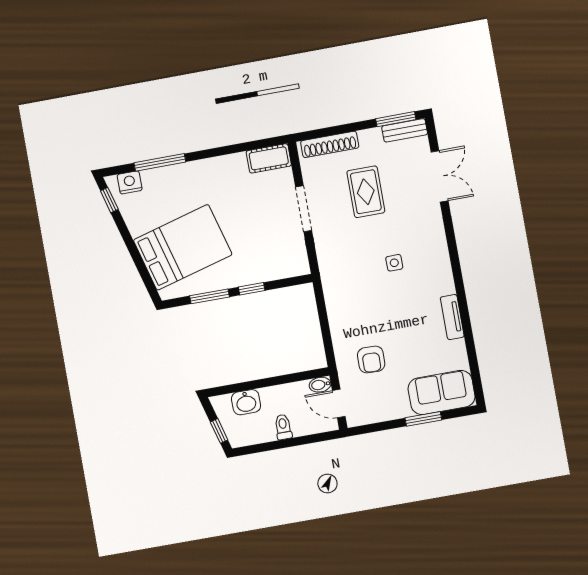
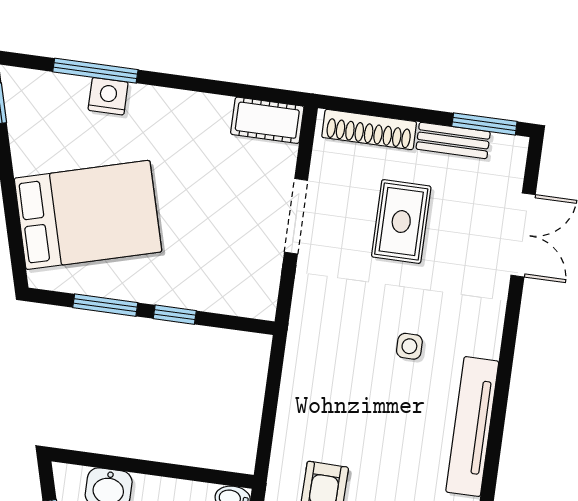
bench: (405, 130) -> (453, 140), moved
nightstand: (130, 182) -> (108, 96), moved
tv unit: (452, 317) -> (472, 427), width x1.92, depth x1.29

